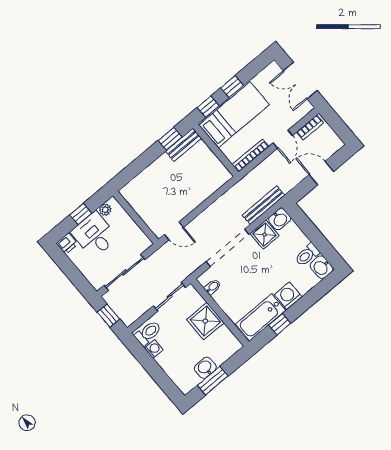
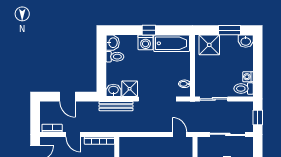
door: (283, 139) -> (73, 134), swing flipped
shower: (205, 321) -> (209, 45), moved
window: (280, 324) -> (149, 30), moved
washbasin: (205, 368) -> (246, 41), moved

